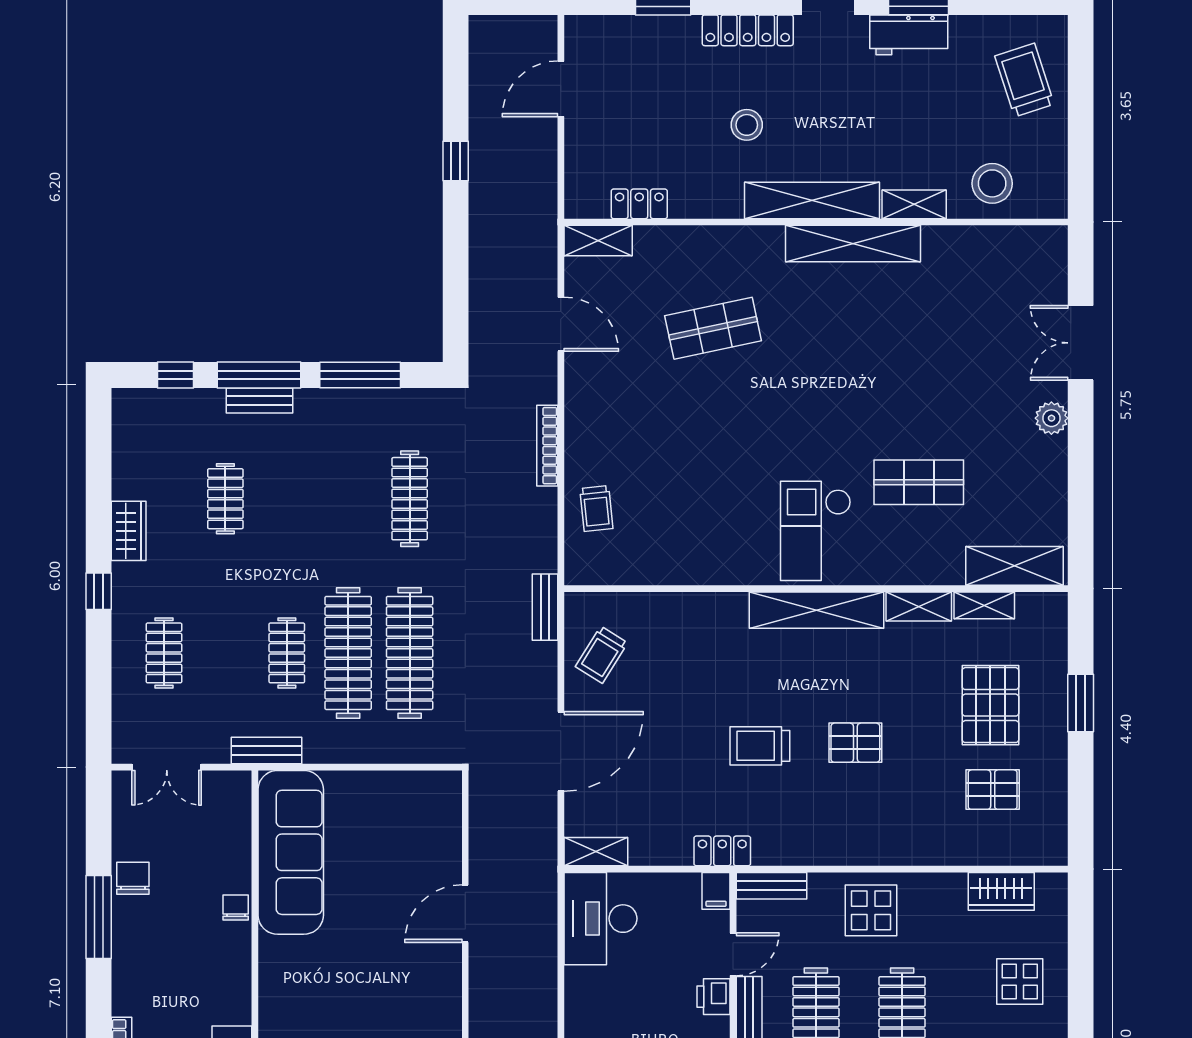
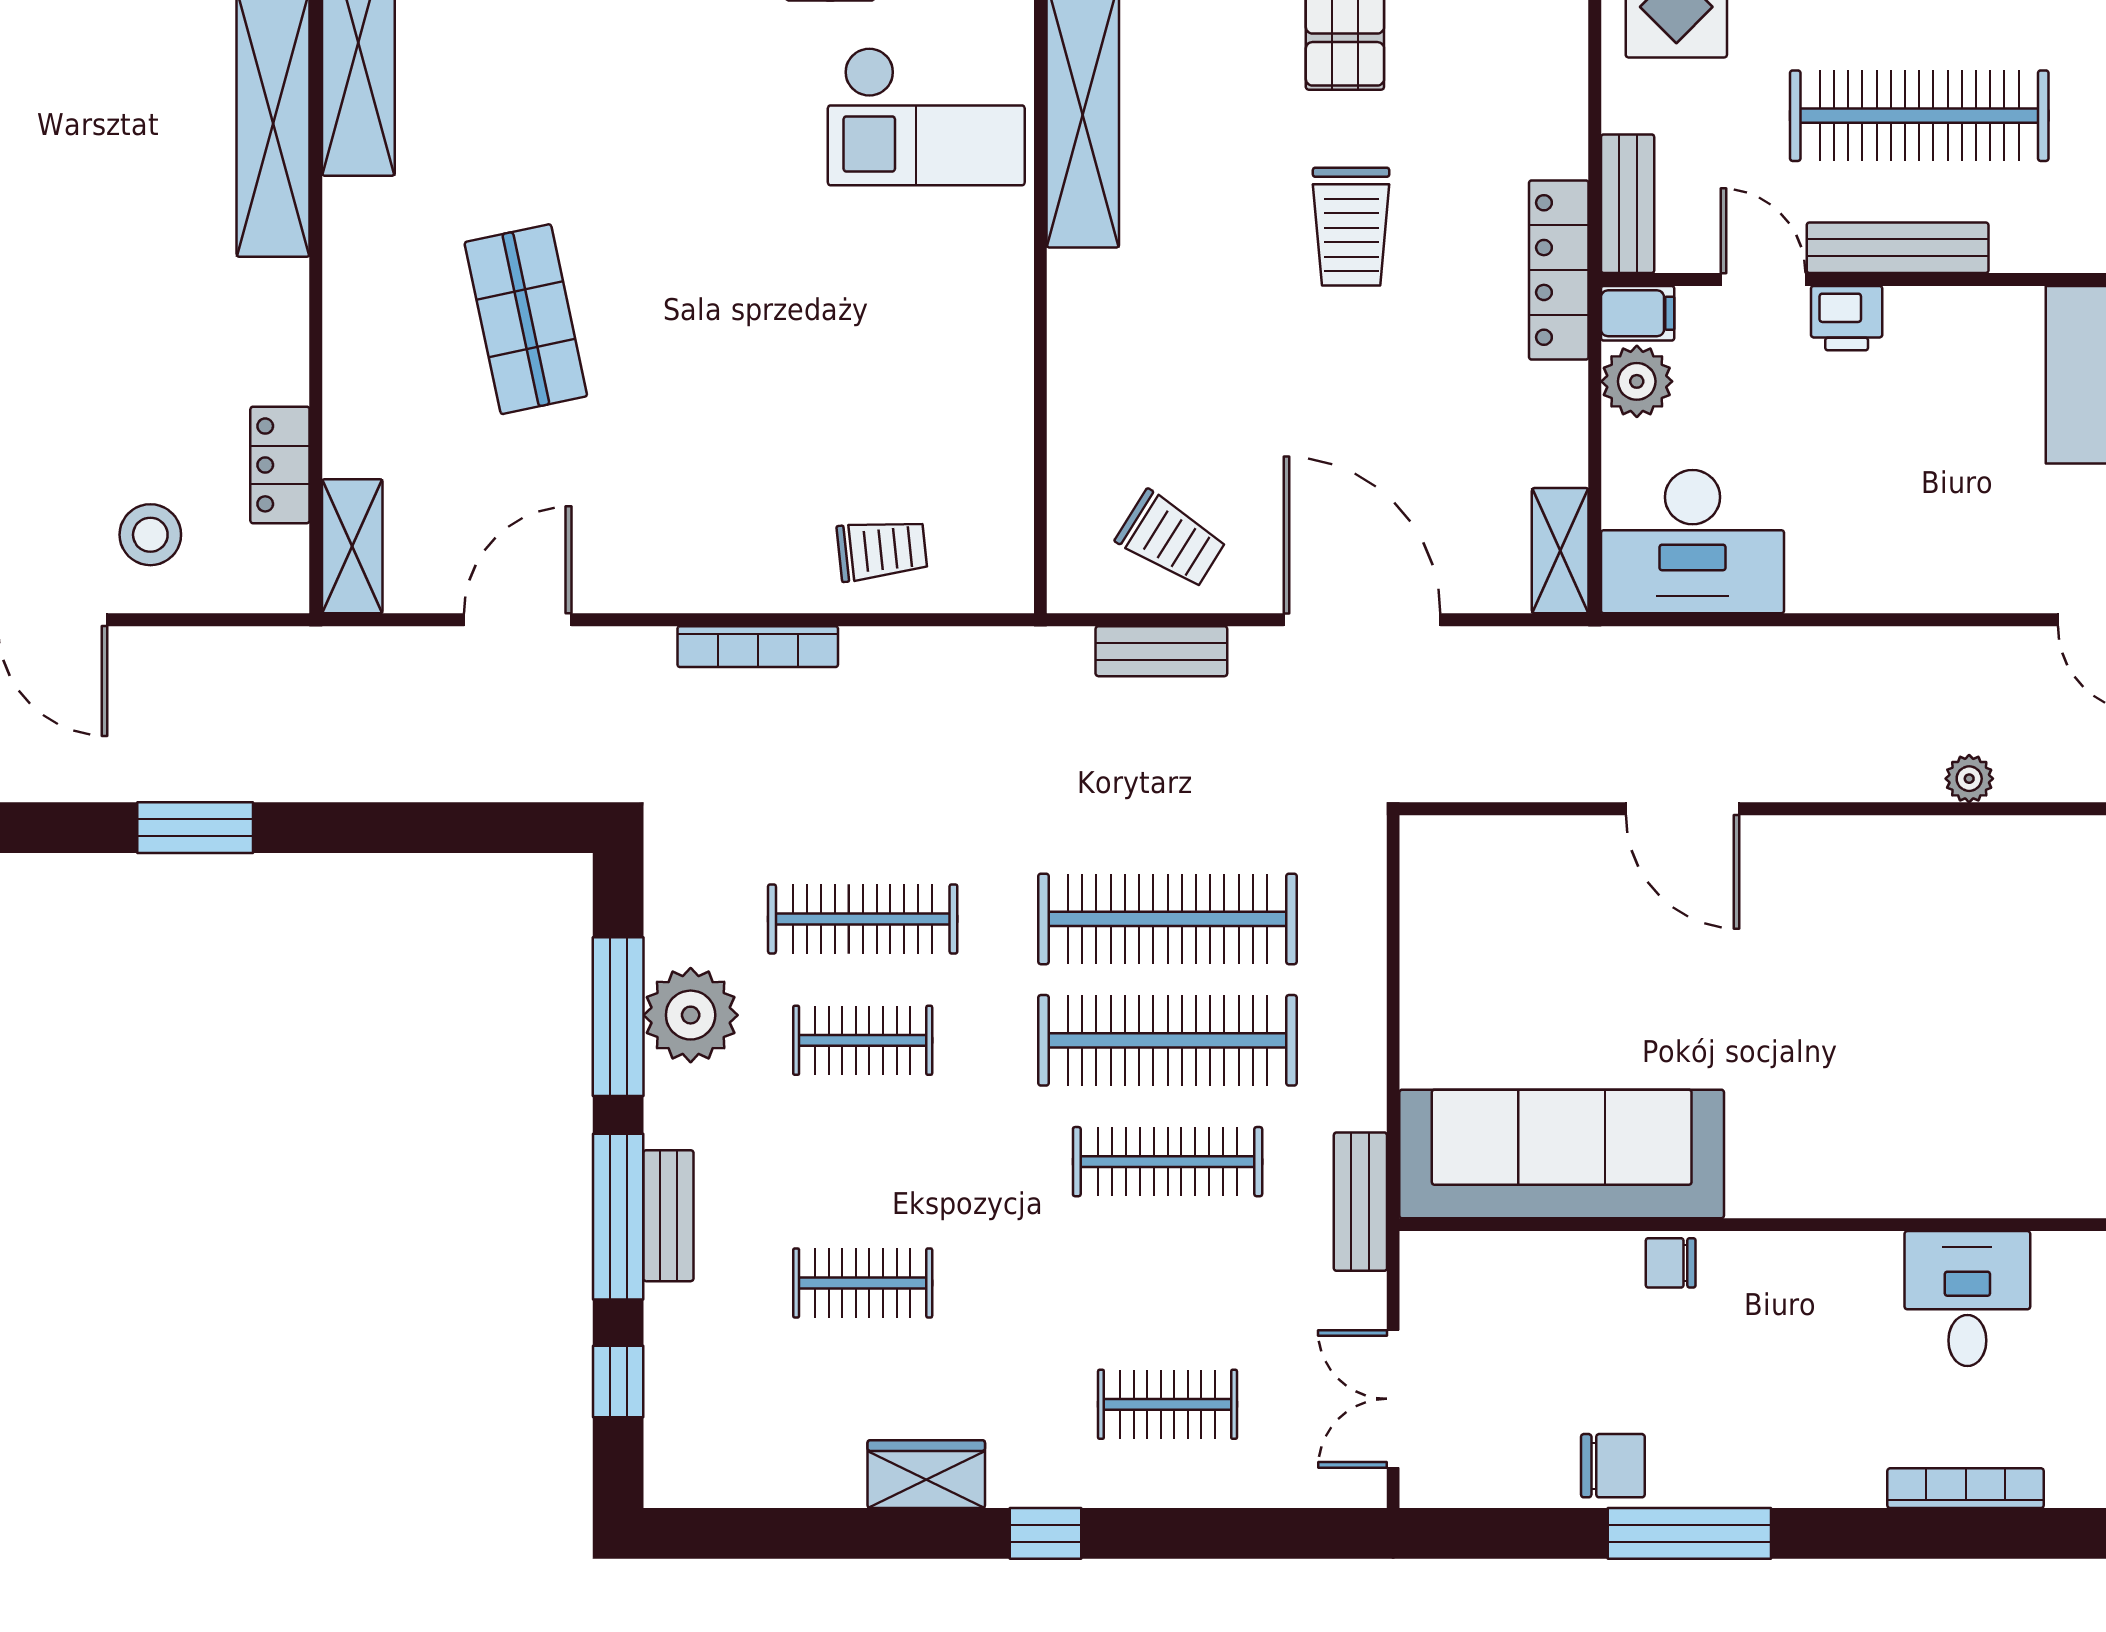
stool: (747, 125) -> (150, 535), moved
window: (456, 161) -> (195, 828), width x1.50
plant: (361, 412) -> (691, 1015), added
clothes rail: (348, 499) -> (863, 1040), added
bench: (545, 607) -> (1161, 651), moved
clothes rail: (287, 653) -> (1168, 1162), width x1.36
double door: (167, 767) -> (1393, 1399), swing flipped
locker: (722, 851) -> (1559, 270), width x1.53
chair: (133, 878) -> (1613, 1466), turned 180
plant: (682, 890) -> (1637, 381), added

